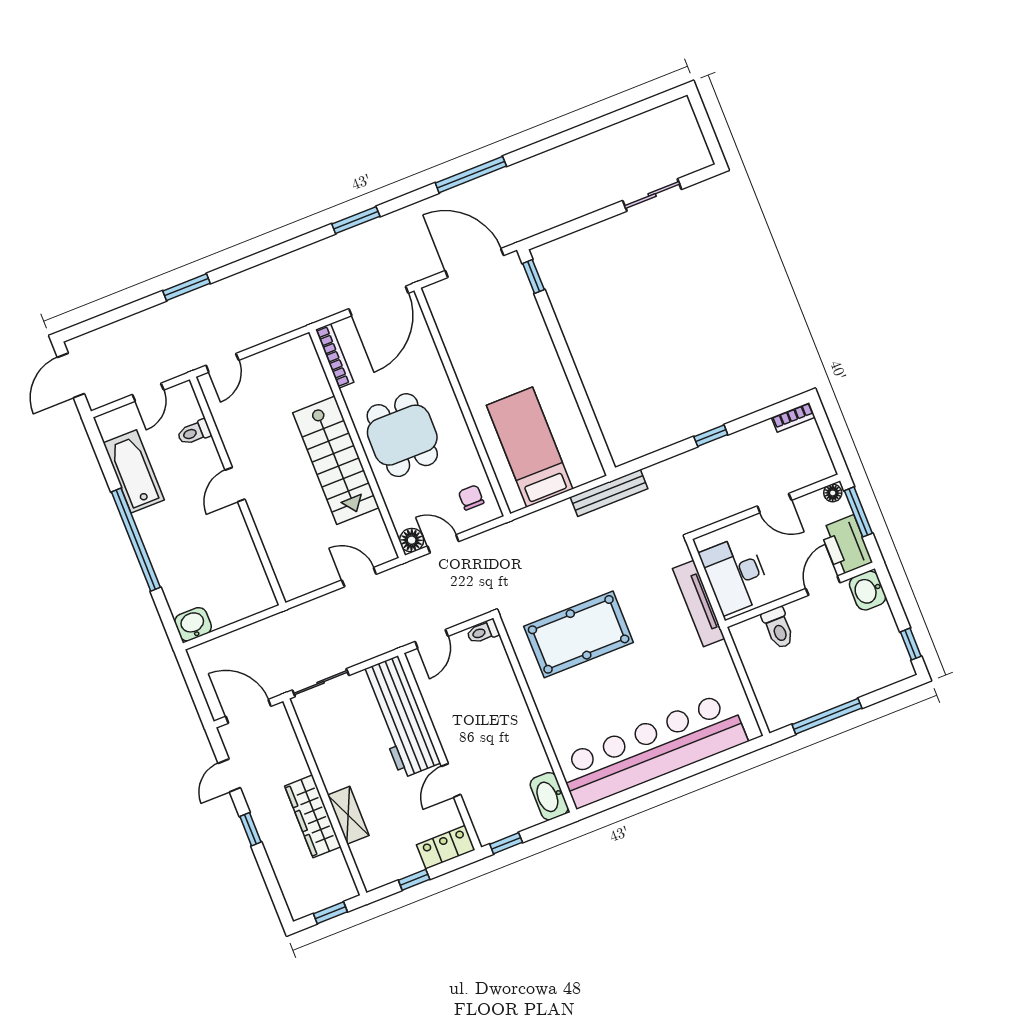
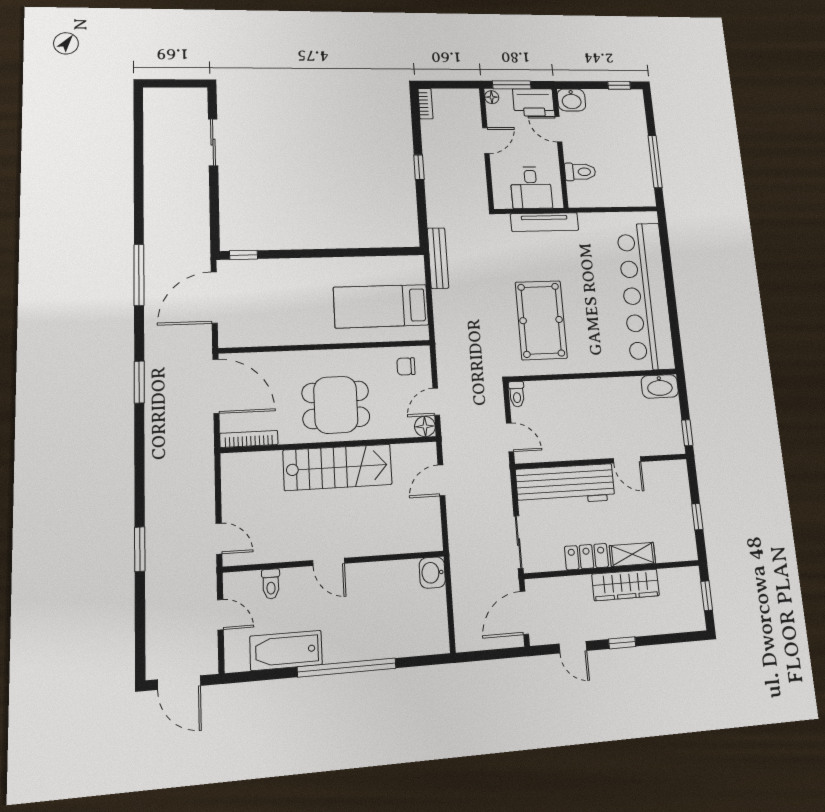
desk: (735, 575) -> (531, 188), width x0.73
washbasin: (193, 624) -> (432, 573), moved
locker: (446, 847) -> (586, 557), moved, turned 90

